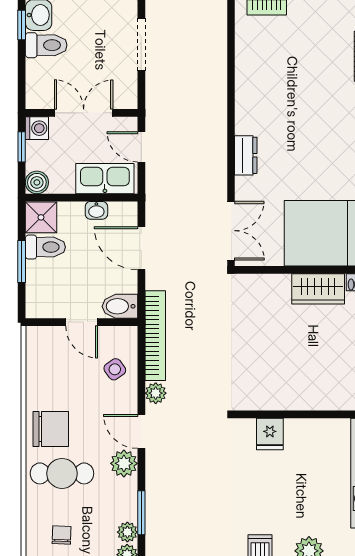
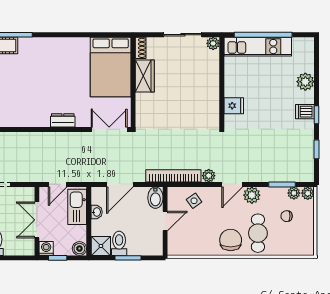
chair: (62, 535) -> (287, 216), moved

